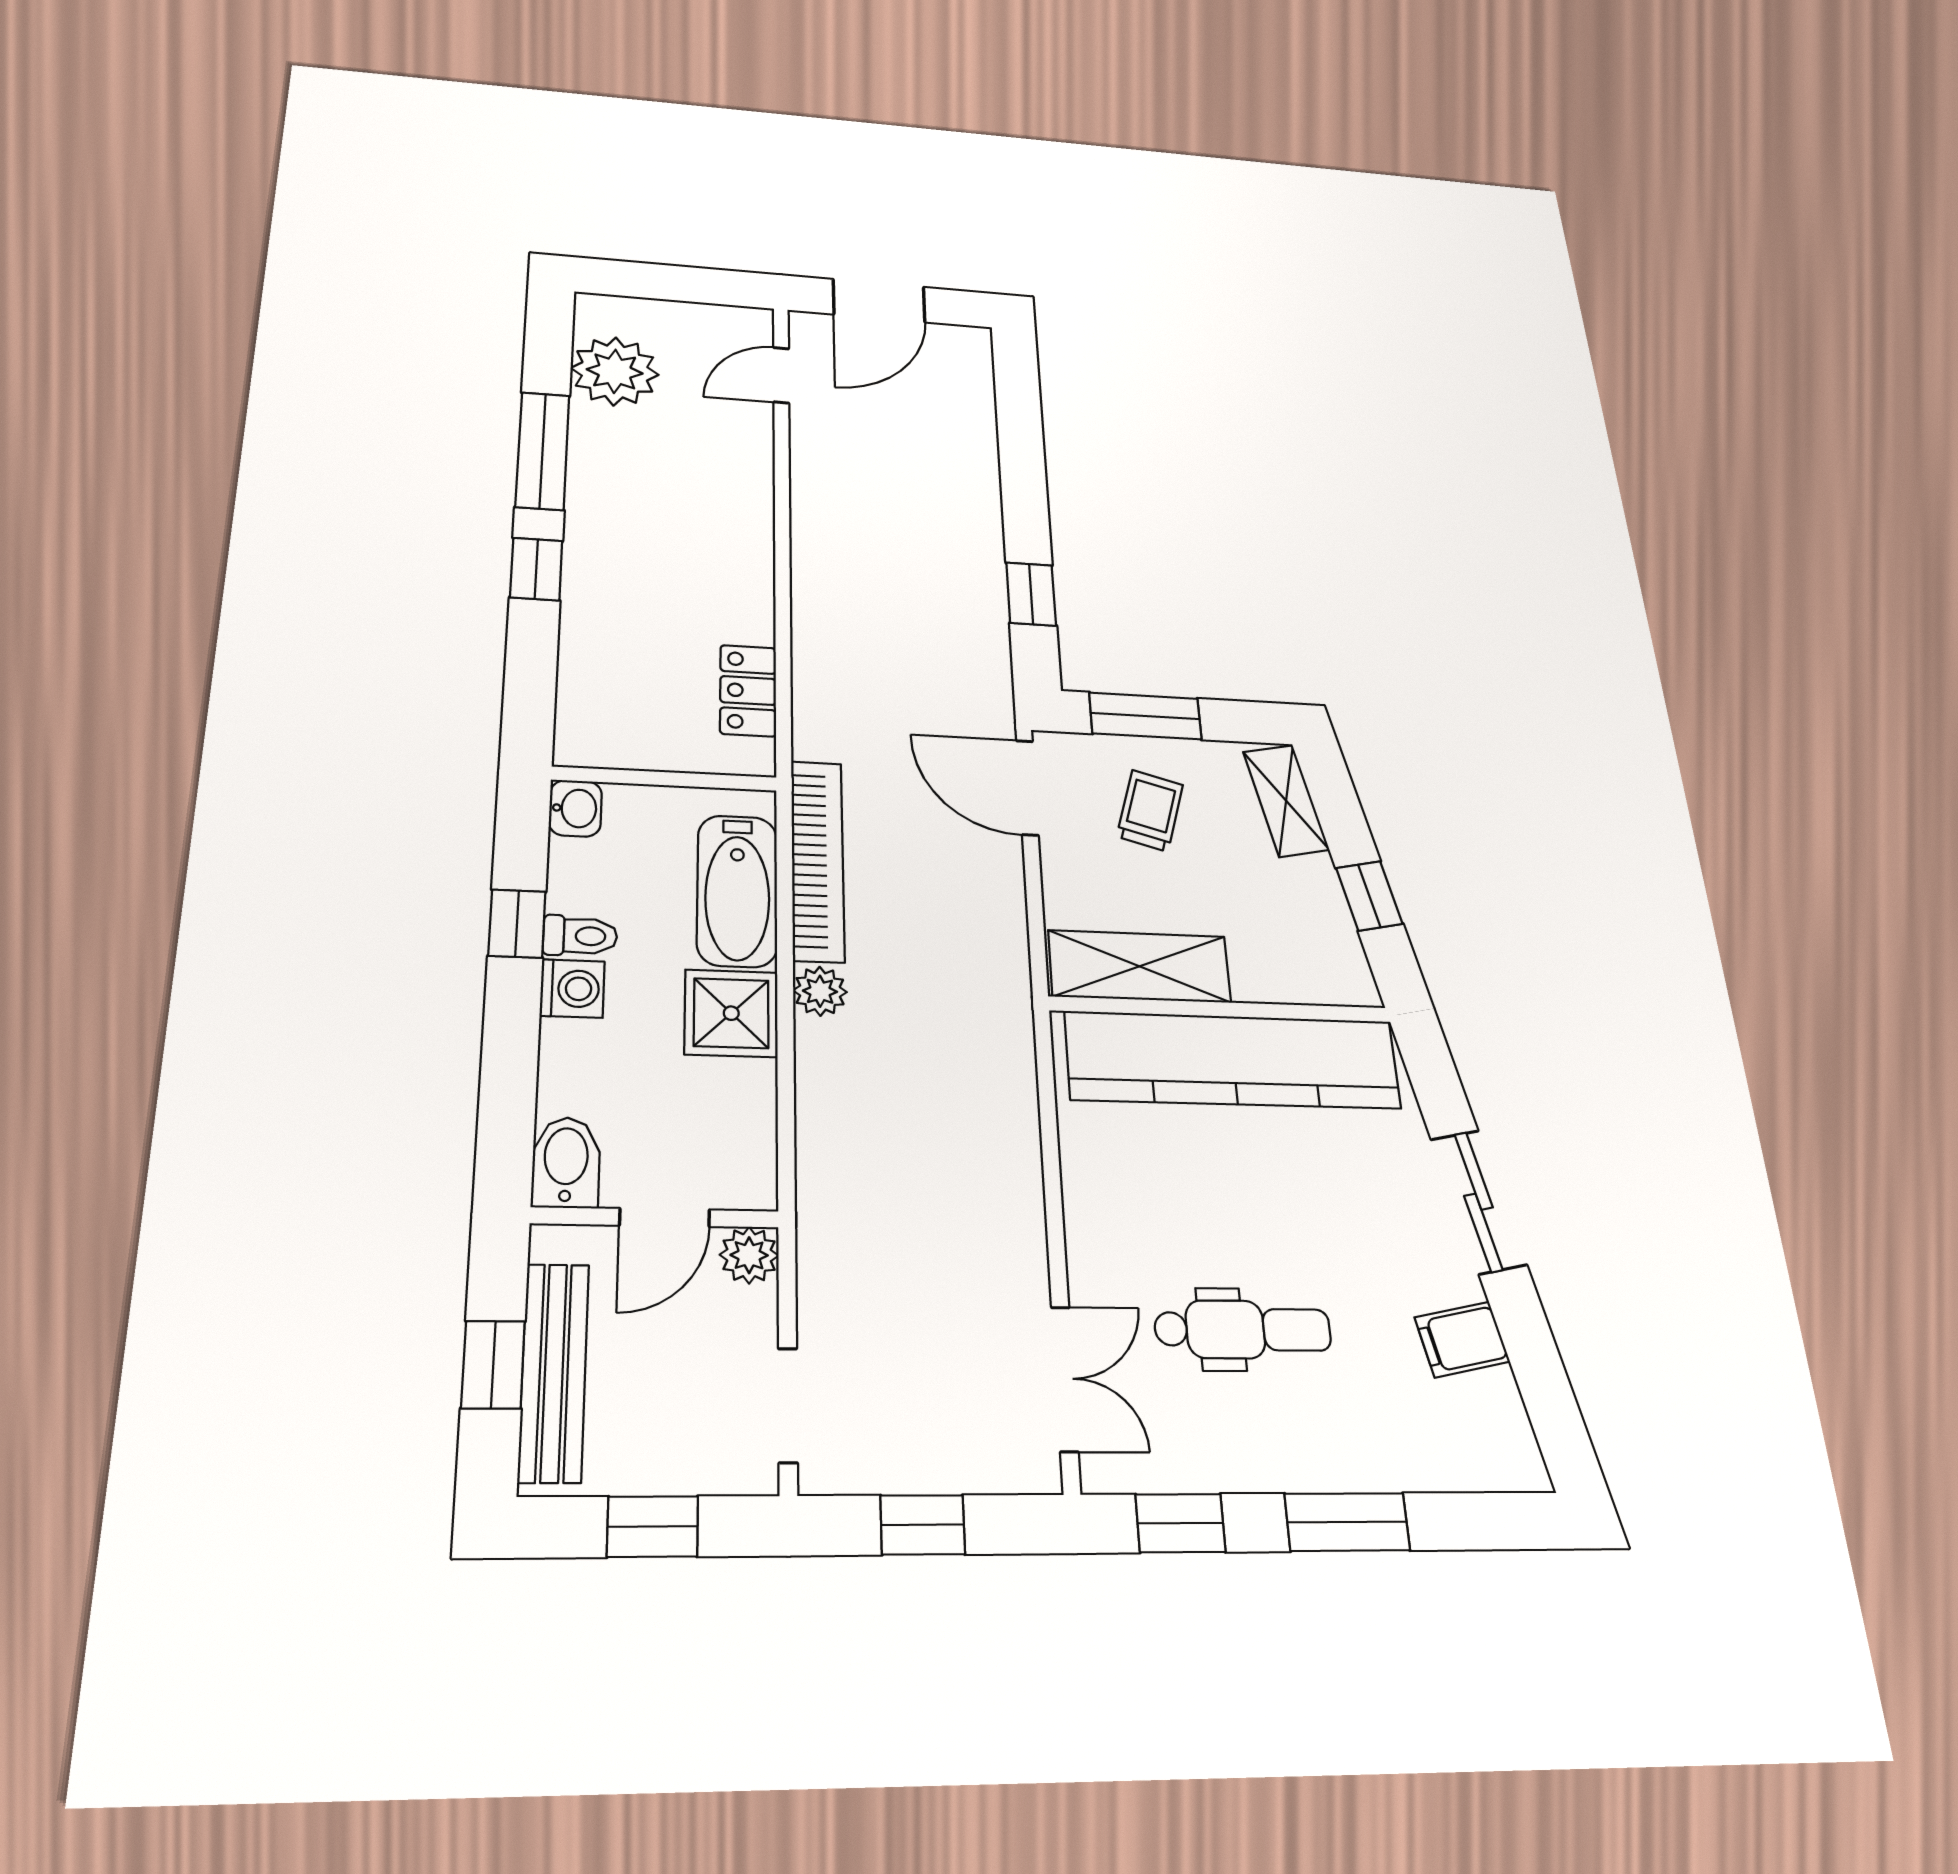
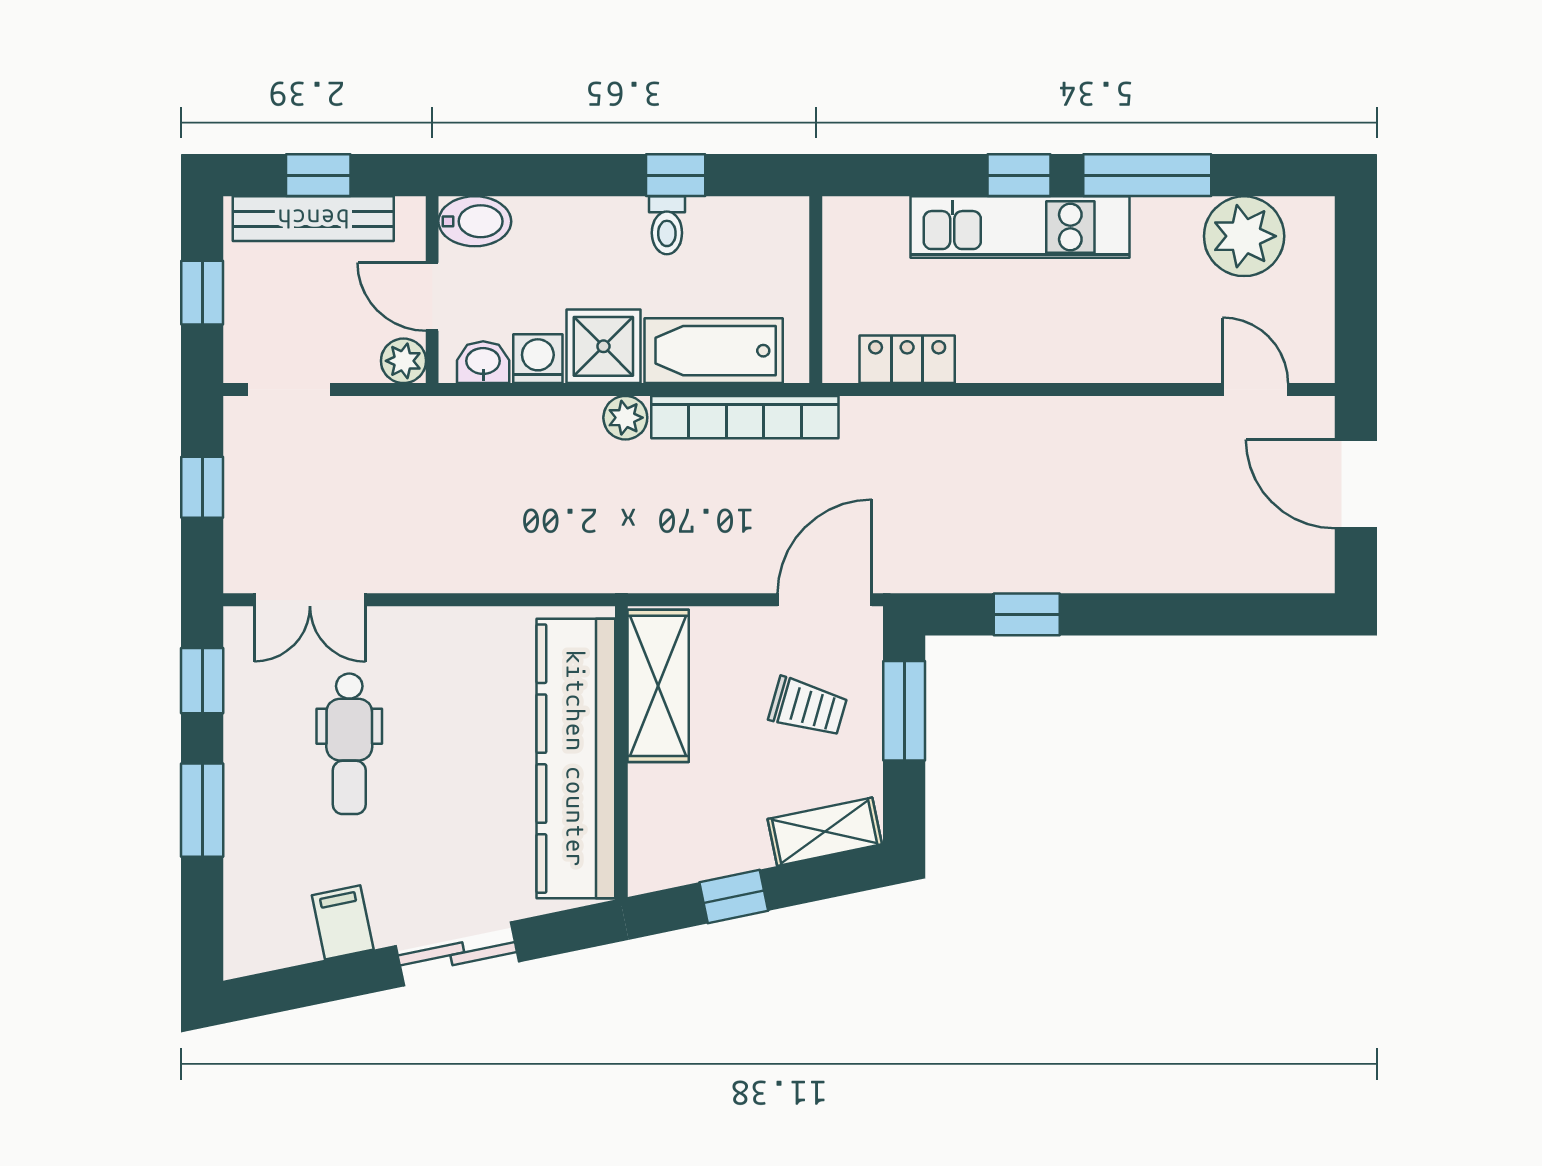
kitchen unit: (597, 572) -> (1020, 227), added
washbasin: (575, 808) -> (483, 362), moved, turned 180
washing machine: (572, 989) -> (538, 359), moved, turned 180

